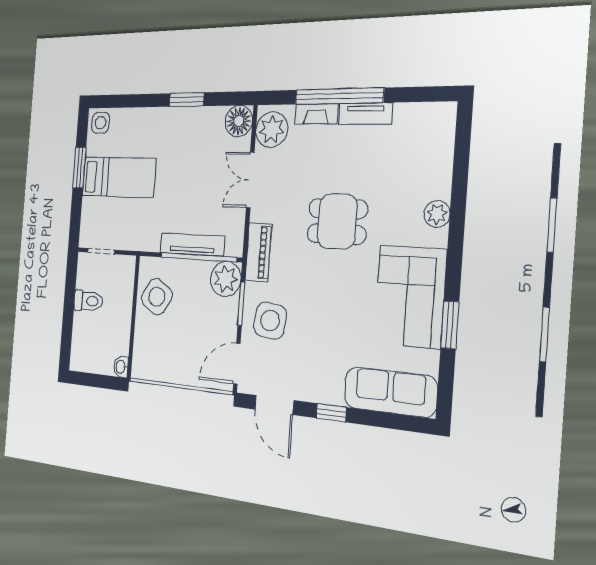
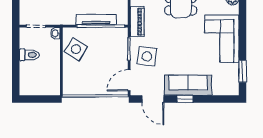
plant: (226, 279) -> (119, 37), removed
window: (450, 325) -> (243, 71), moved
washbasin: (121, 367) -> (55, 33), moved
sofa: (390, 392) -> (188, 85), moved

